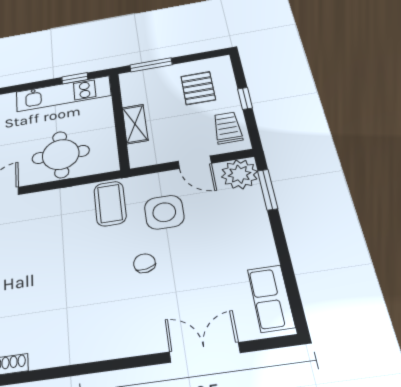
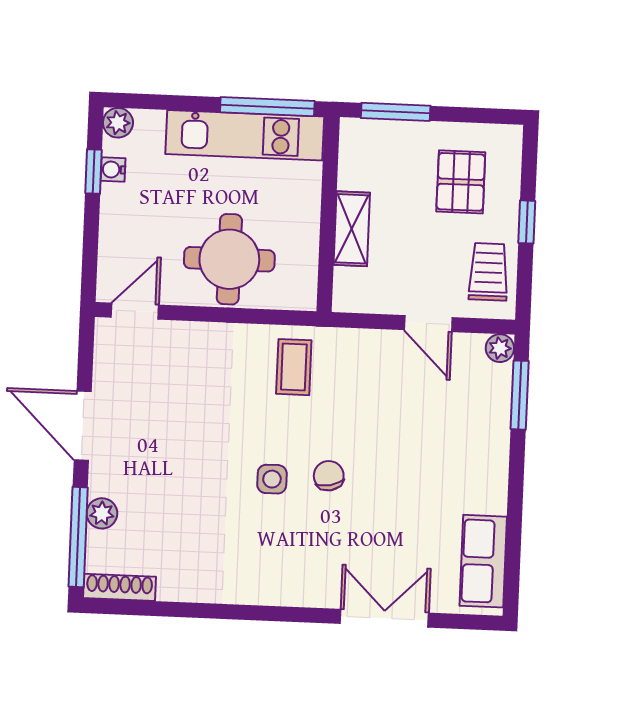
window: (75, 78) -> (267, 107), width x2.17
plant: (239, 174) -> (500, 348), width x0.53, depth x0.53
coffee table: (110, 203) -> (294, 367), width x0.73, depth x0.77
side table: (164, 212) -> (272, 479), moved, width x0.54, depth x0.54

